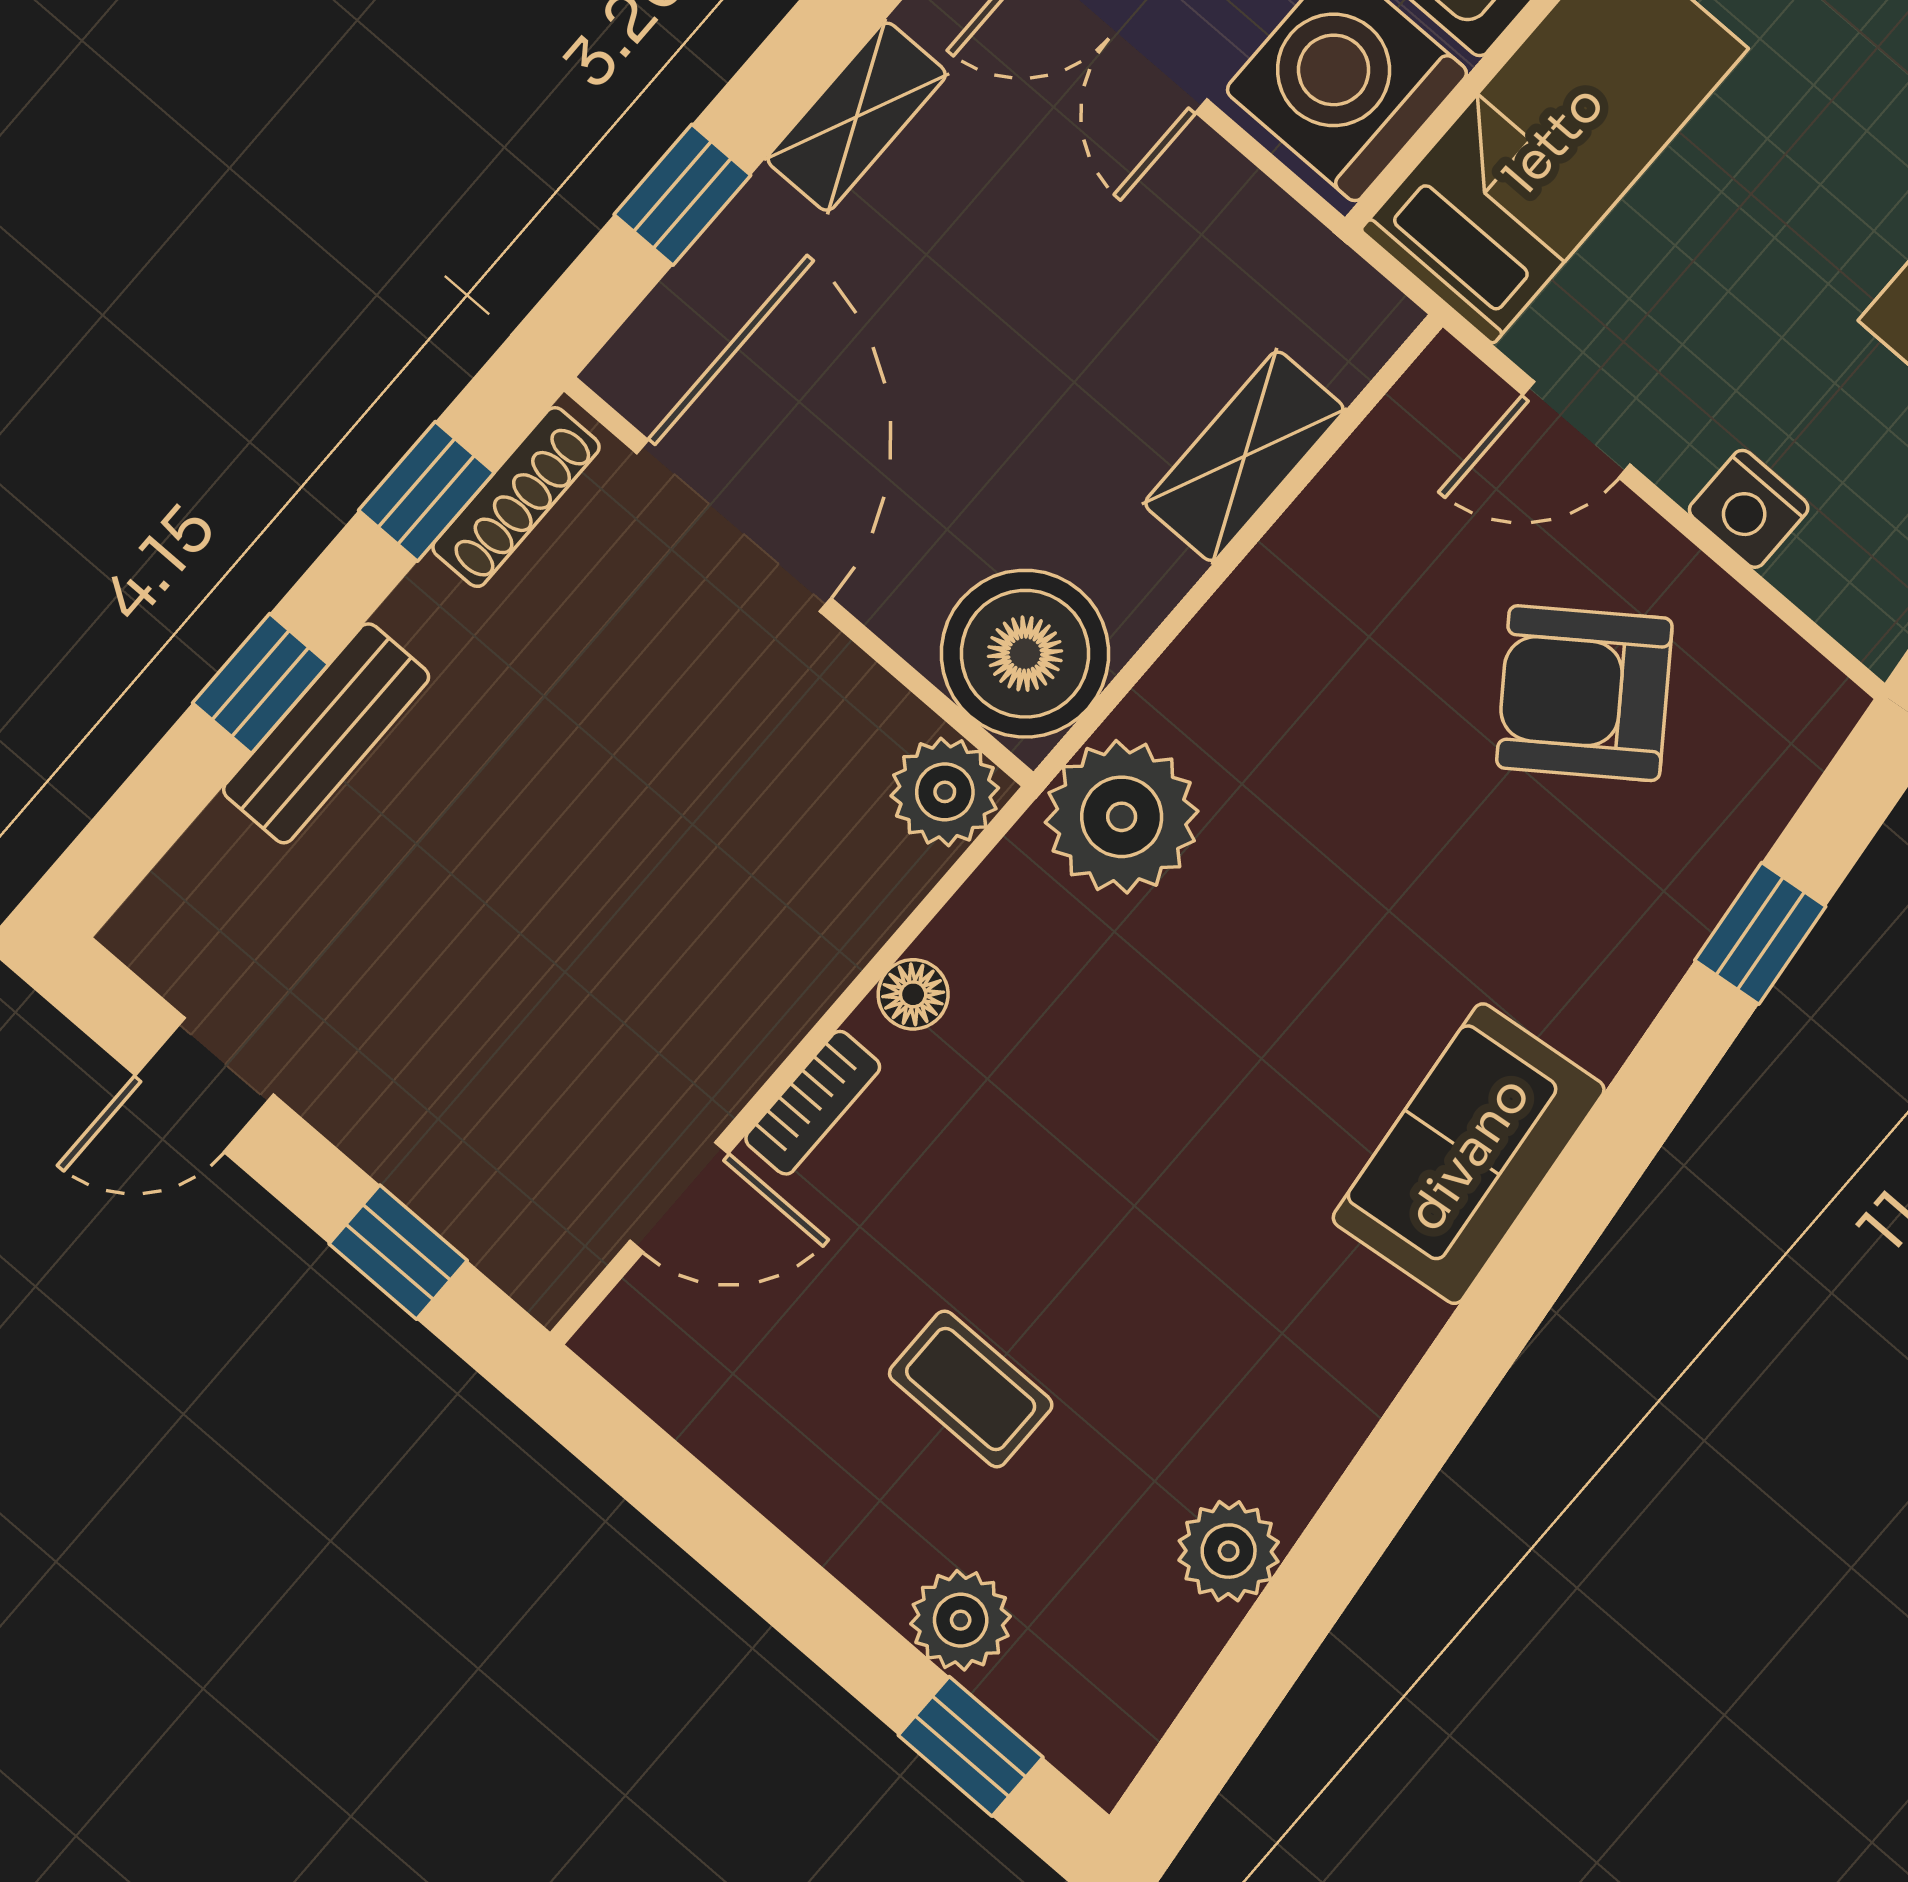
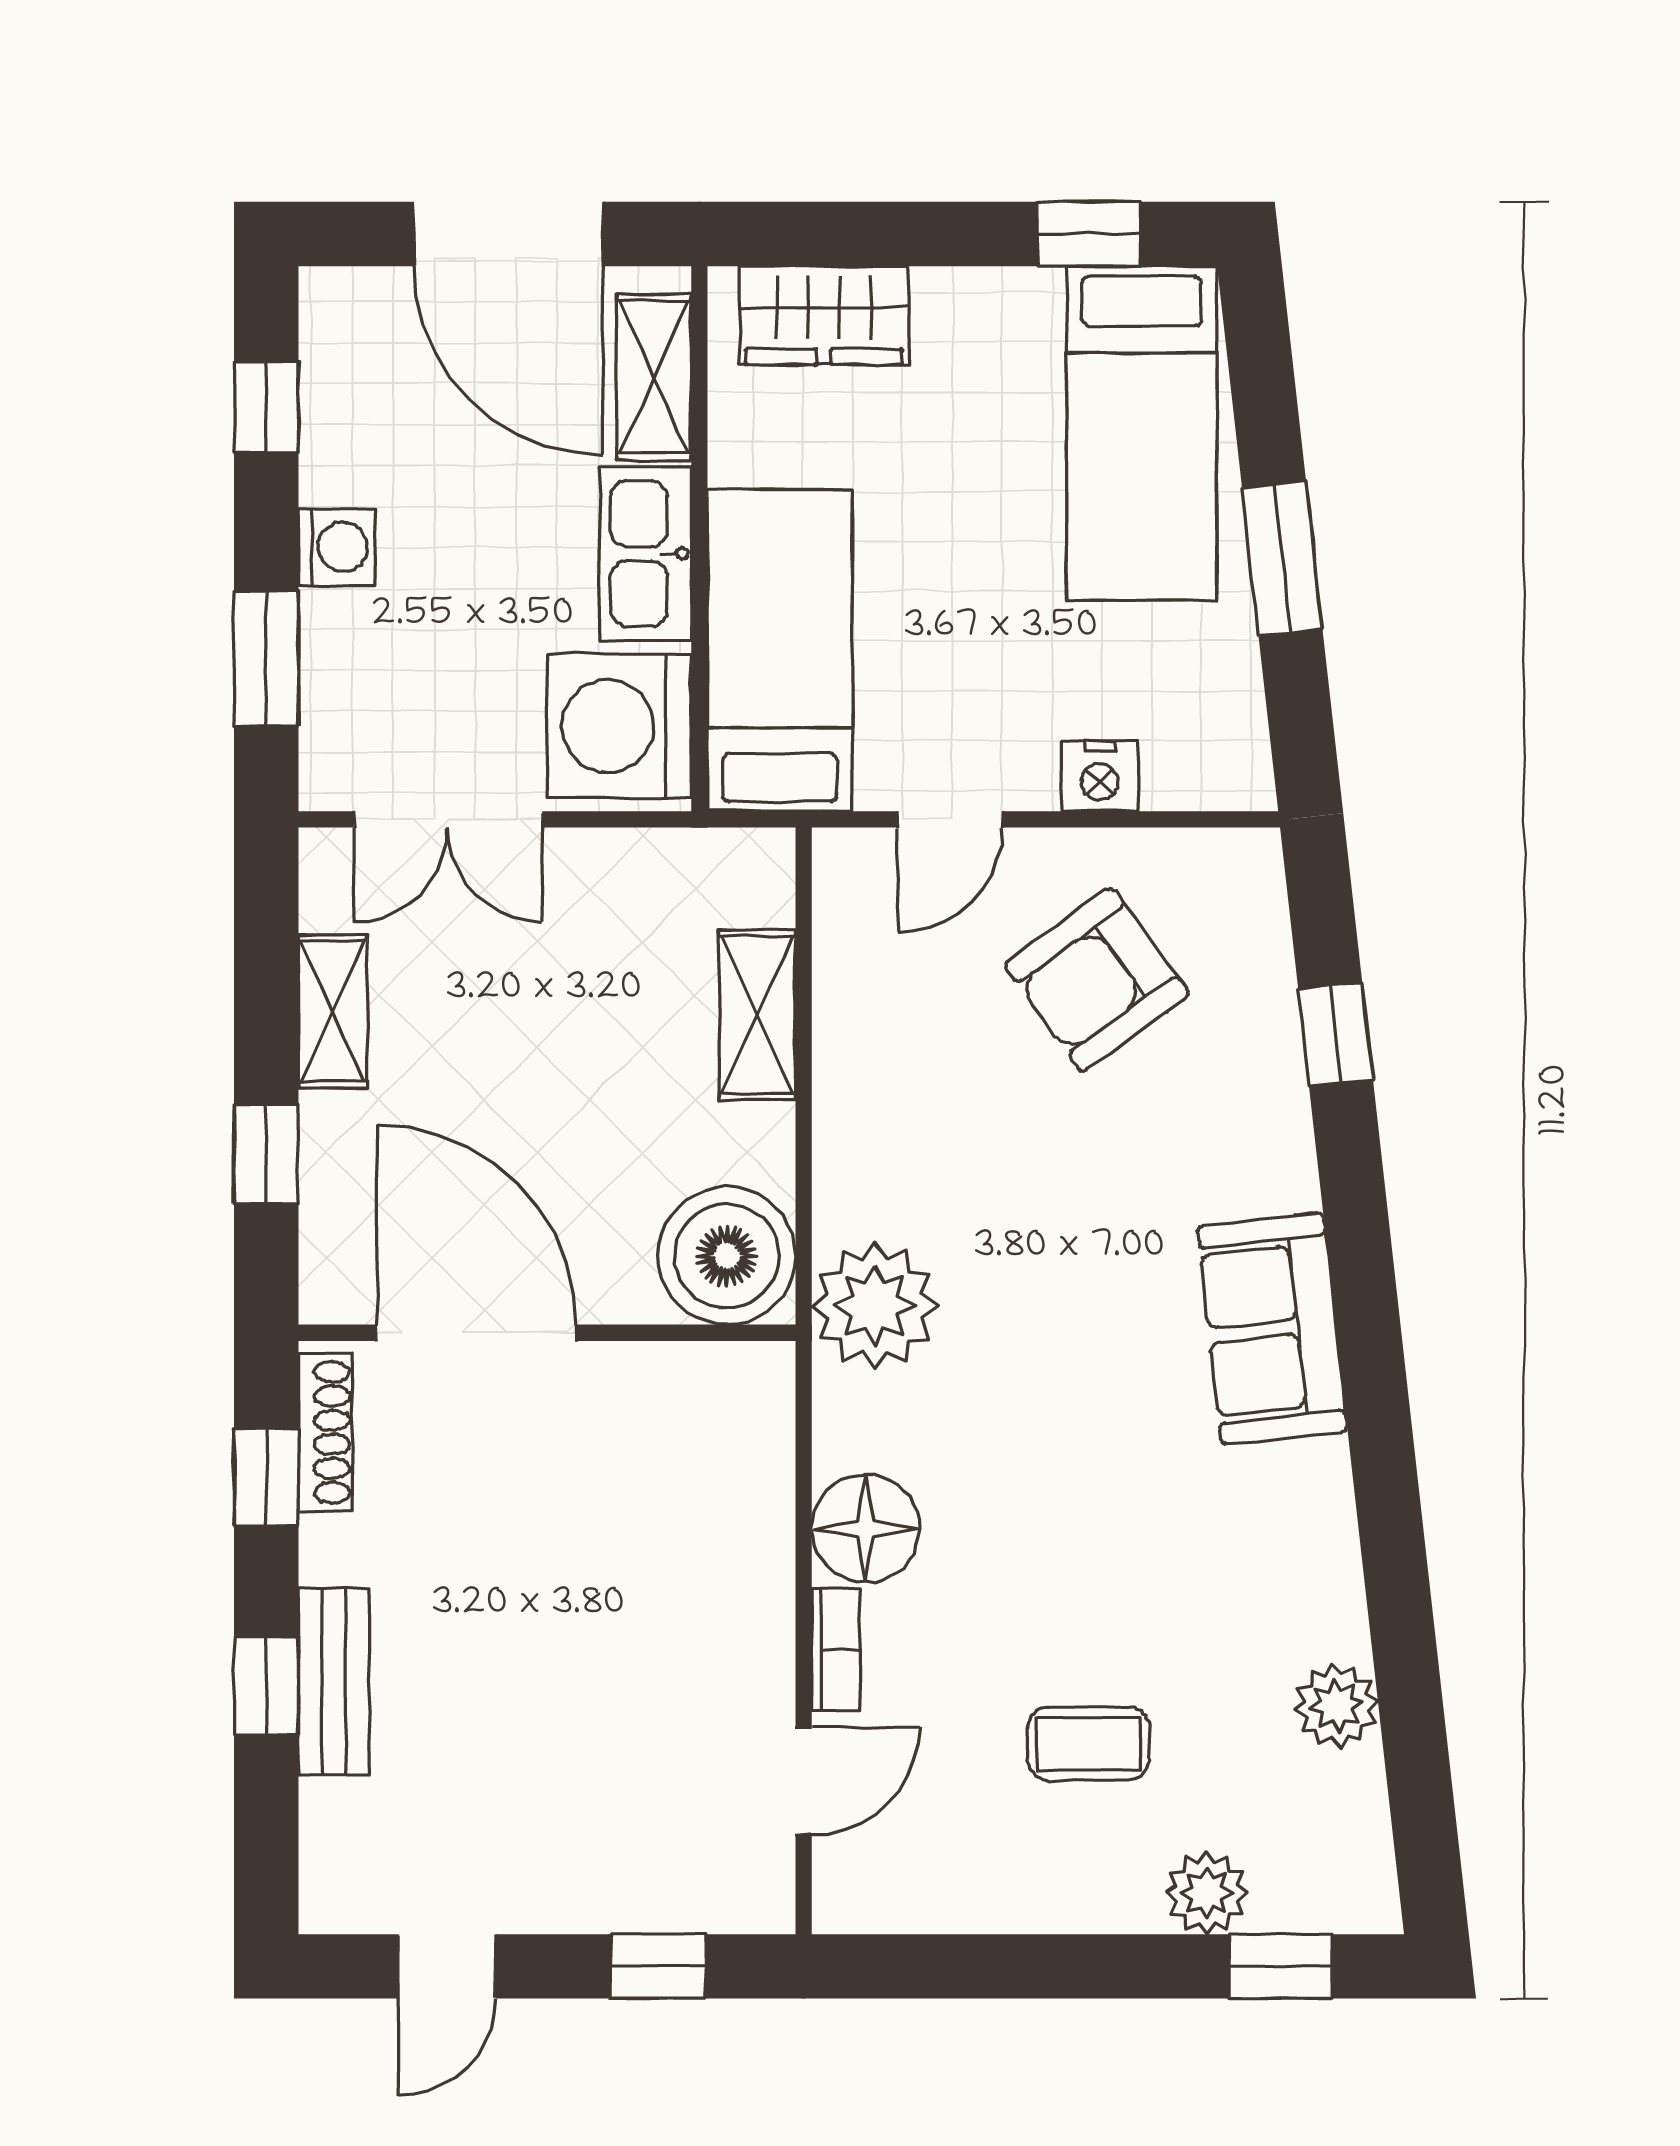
plant: (945, 792) -> (751, 1385), removed
floor lamp: (913, 994) -> (866, 1528), width x1.89, depth x1.89

